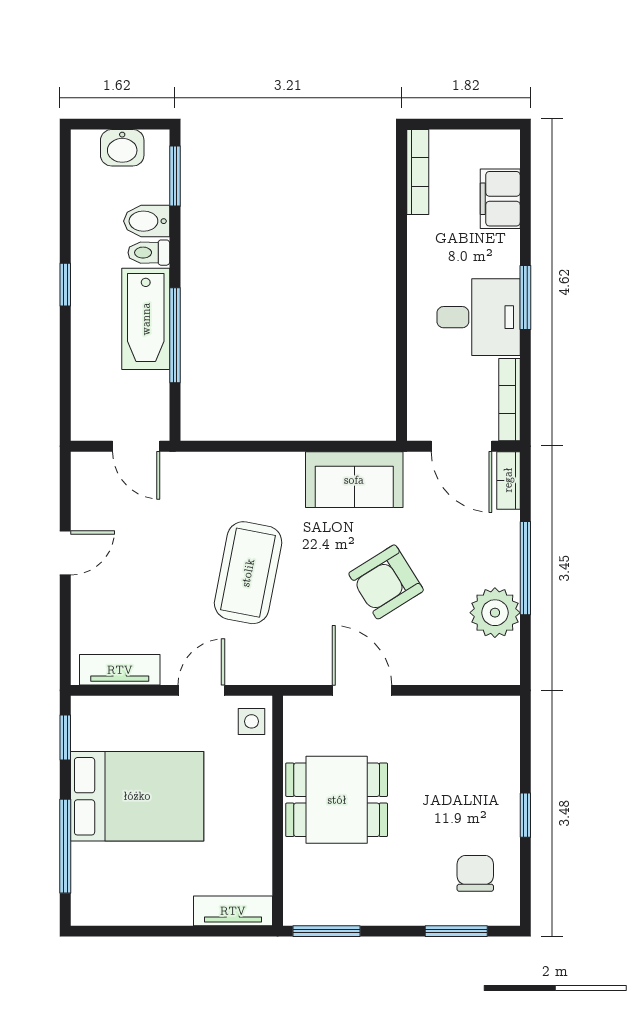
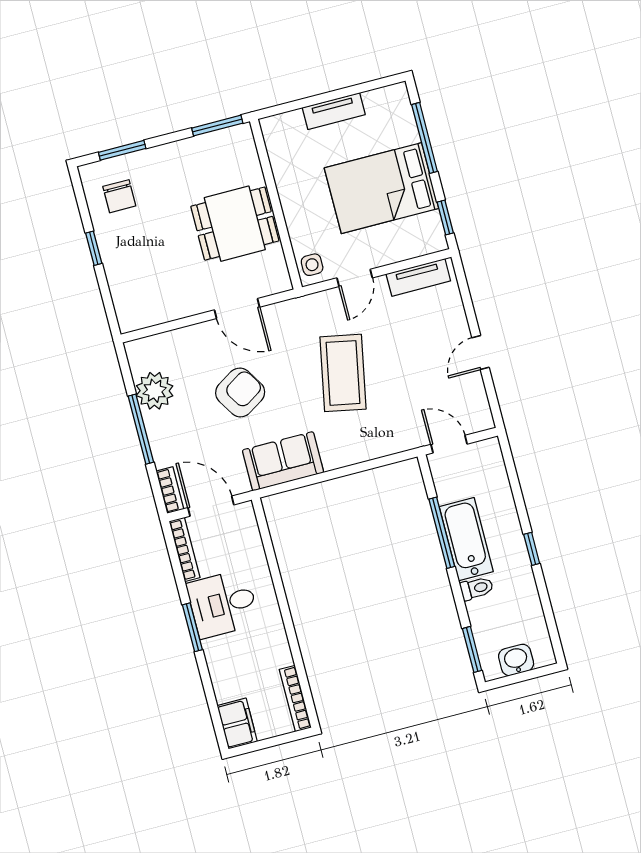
filing cabinet: (500, 199) -> (237, 724), moved
bidet: (147, 221) -> (484, 611), removed
tv unit: (233, 911) -> (334, 111), moved

